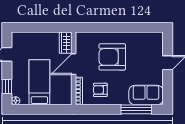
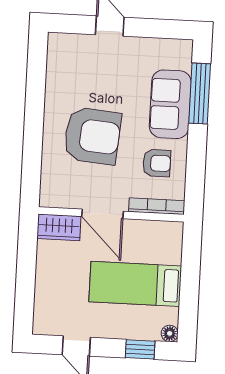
armchair: (112, 57) -> (92, 136), turned -85
armchair: (100, 90) -> (157, 163), turned -90
sofa: (146, 95) -> (170, 104), moved

